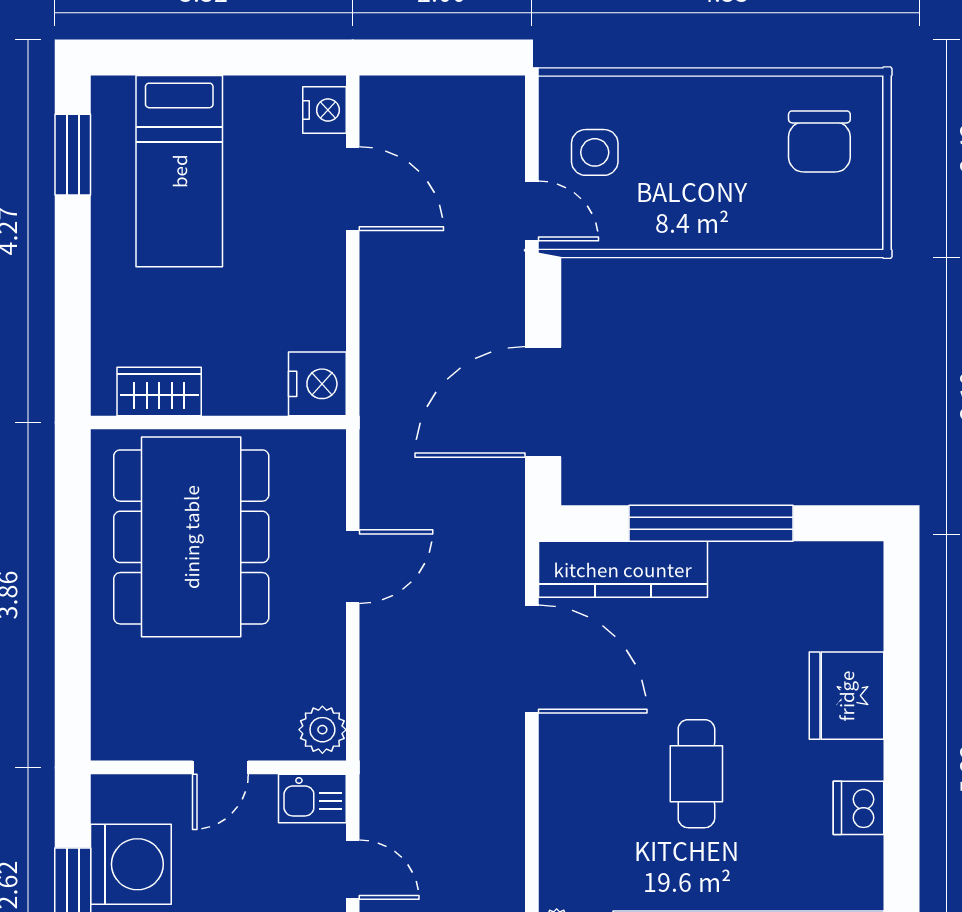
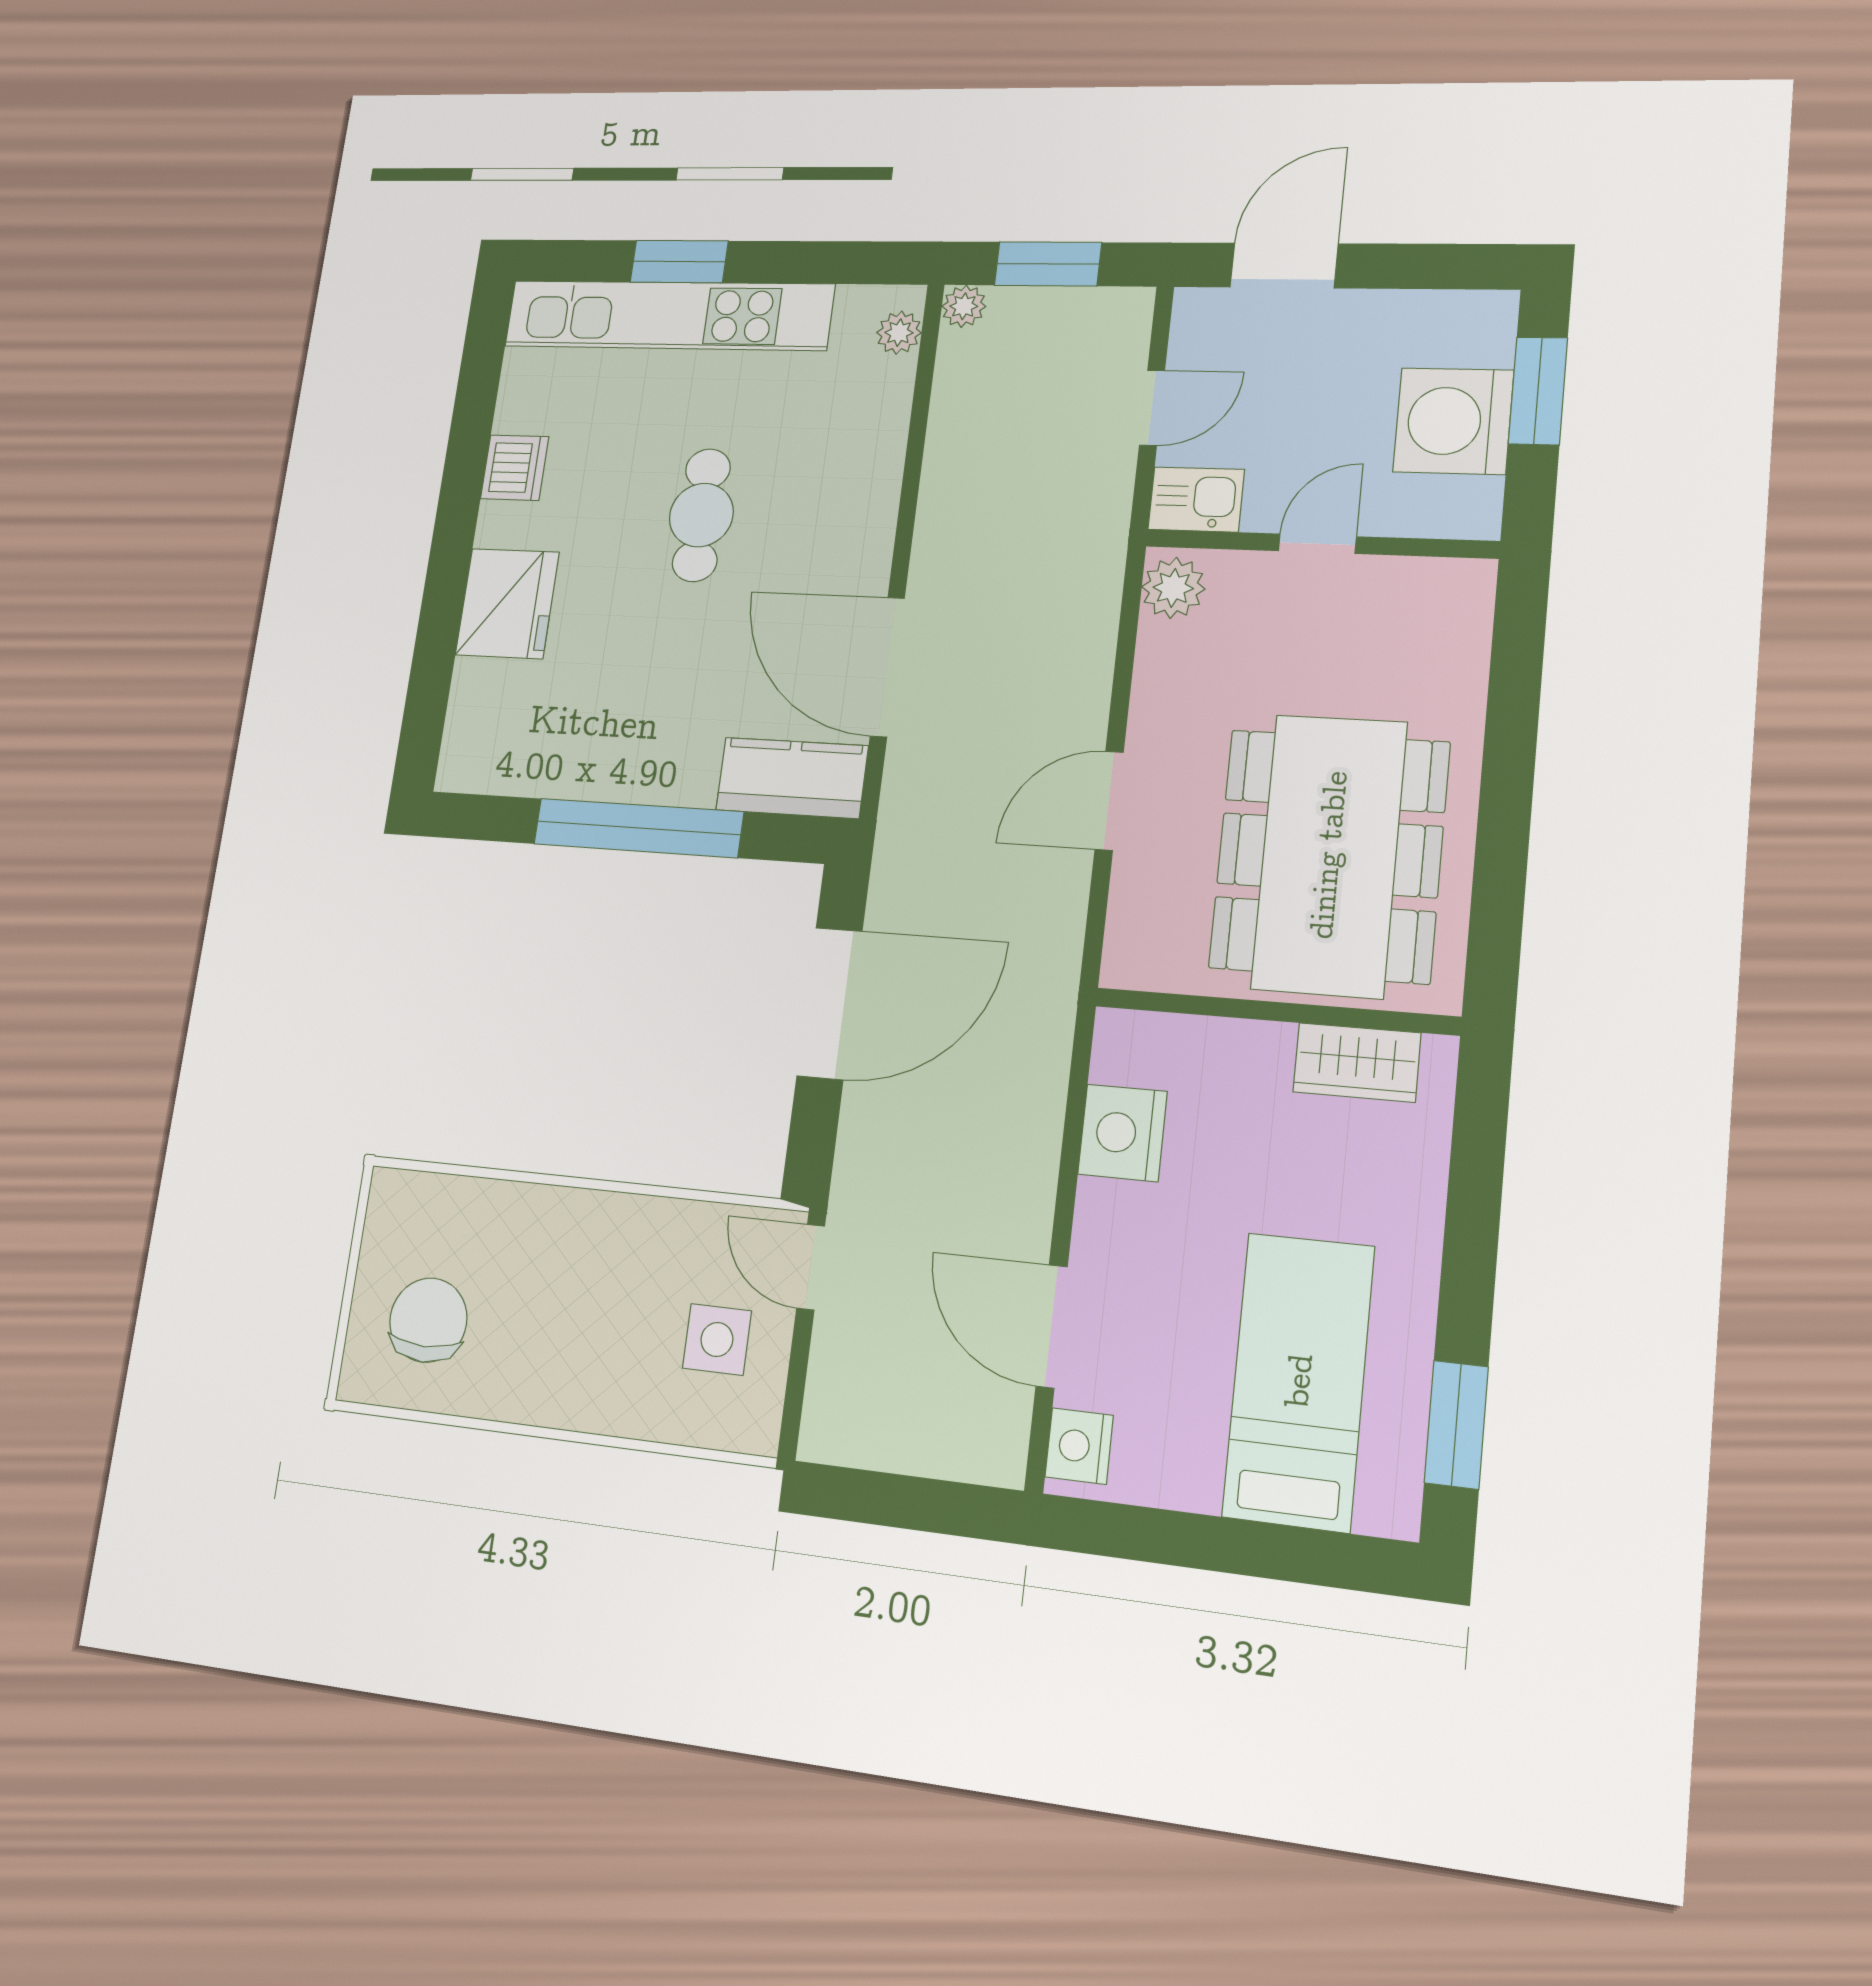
nightstand: (317, 384) -> (1123, 1133), moved
kitchen counter: (623, 569) -> (792, 778), width x0.67
door: (353, 870) -> (1152, 408), swing flipped

